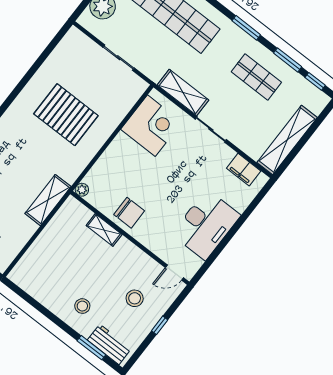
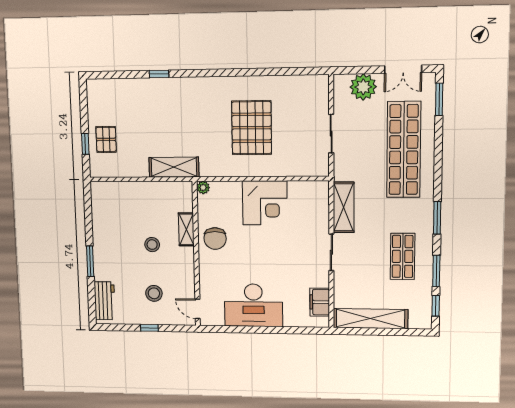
corner desk: (151, 126) -> (265, 203), moved
stool: (82, 306) -> (152, 245), moved
window: (91, 348) -> (90, 261), moved

